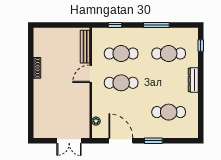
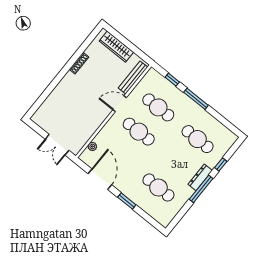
window: (156, 25) -> (196, 99), moved
wardrobe: (55, 34) -> (116, 47), added
window: (201, 45) -> (221, 165), moved
window: (201, 88) -> (201, 189), added

